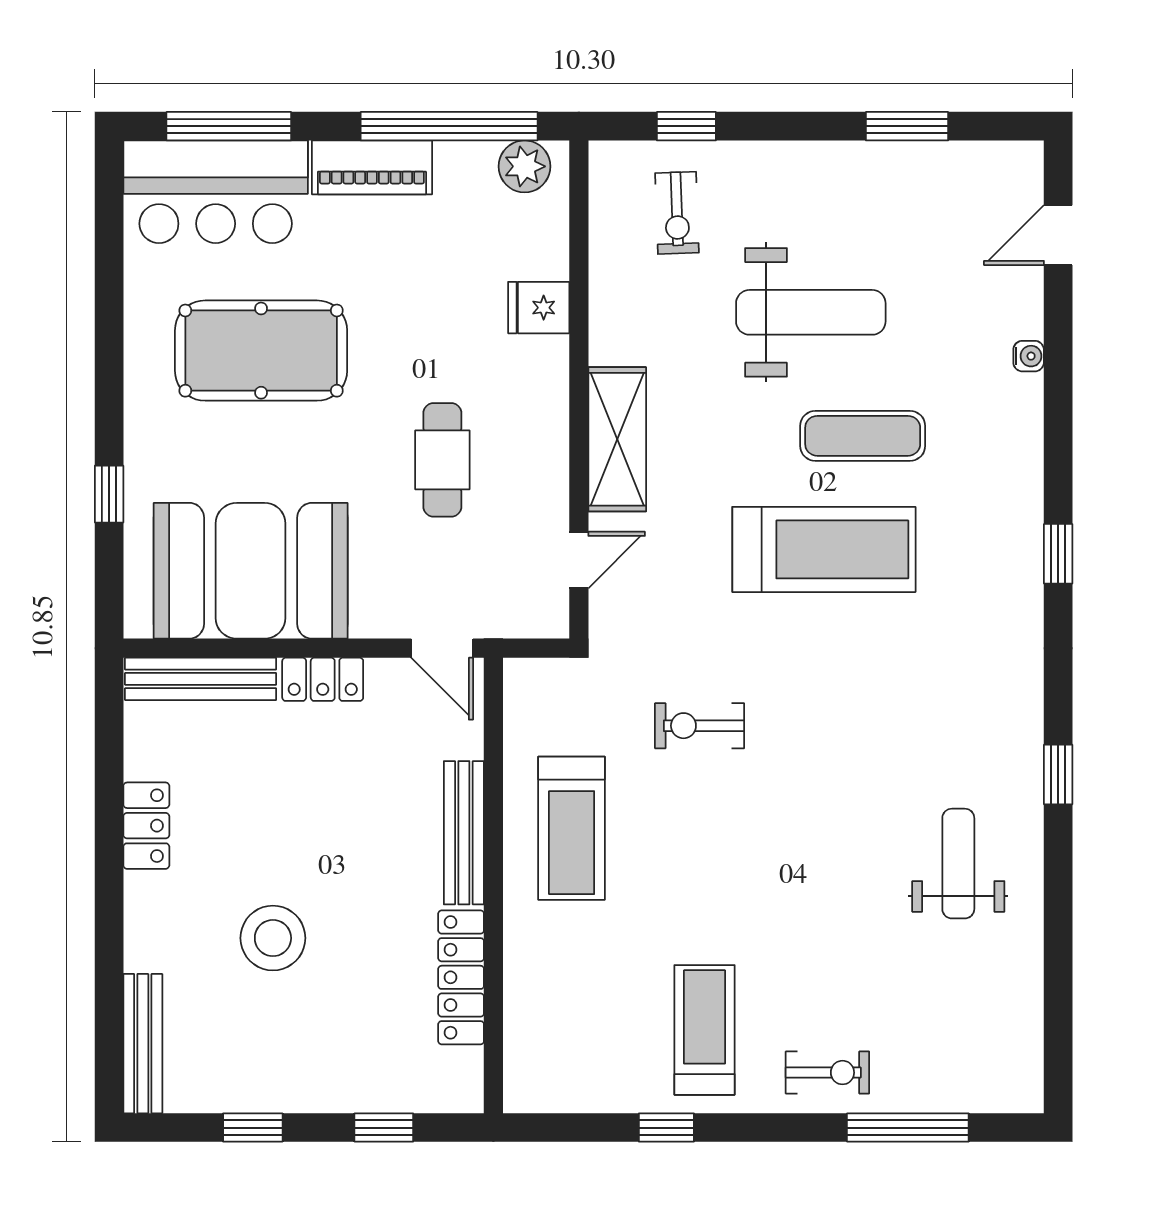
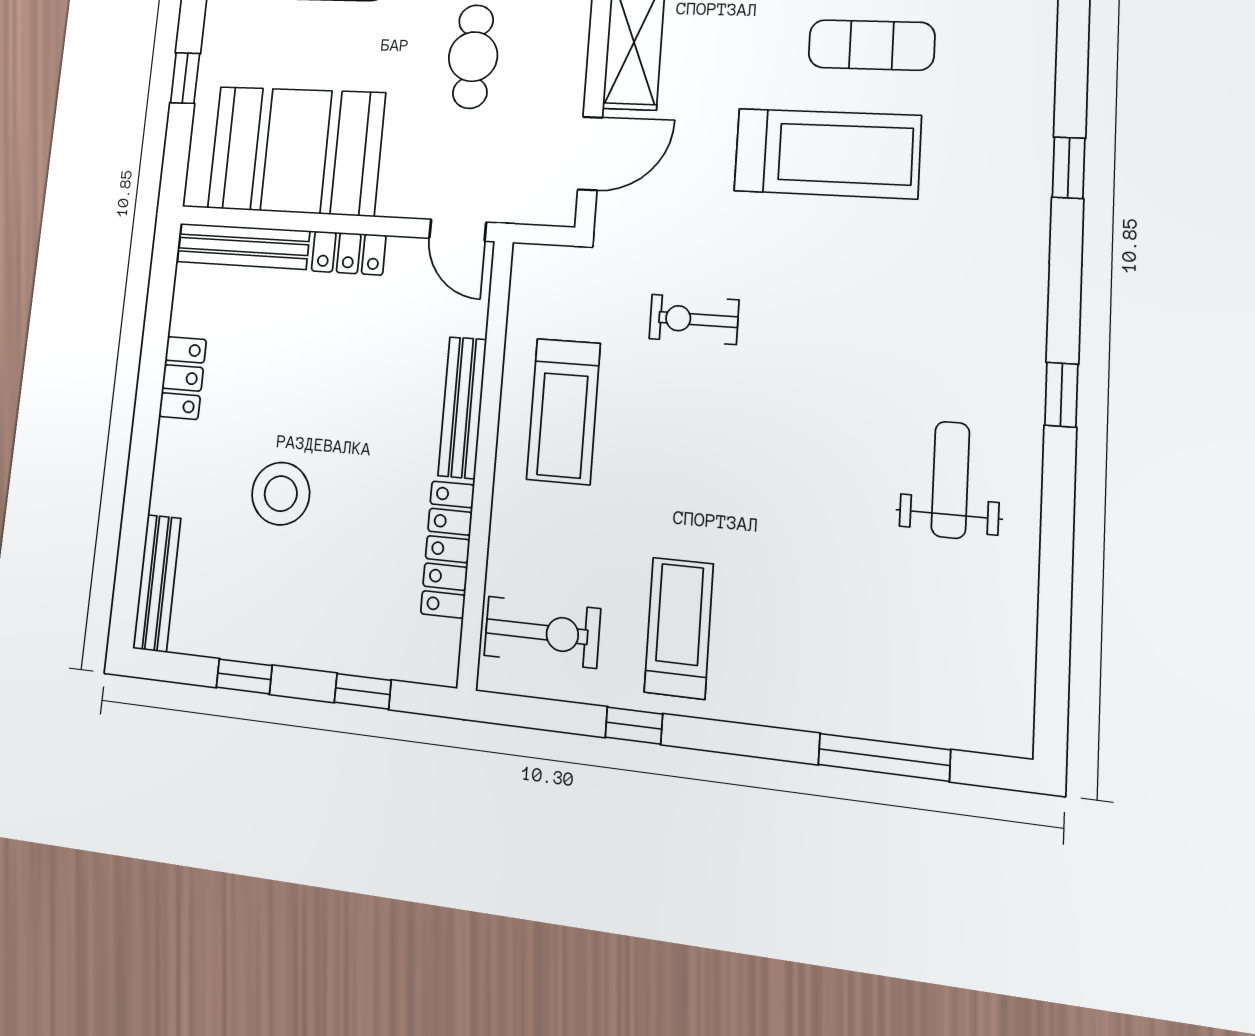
door: (579, 560) -> (590, 154), width x1.37
exercise bike: (827, 1073) -> (542, 632), moved, width x1.38, depth x1.39

